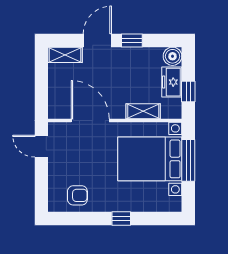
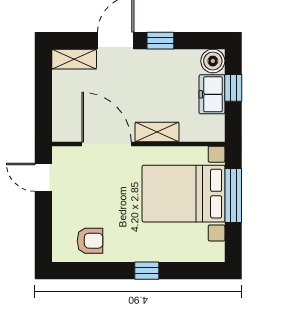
window: (188, 92) -> (233, 88), moved
shelving: (143, 111) -> (157, 132), moved

